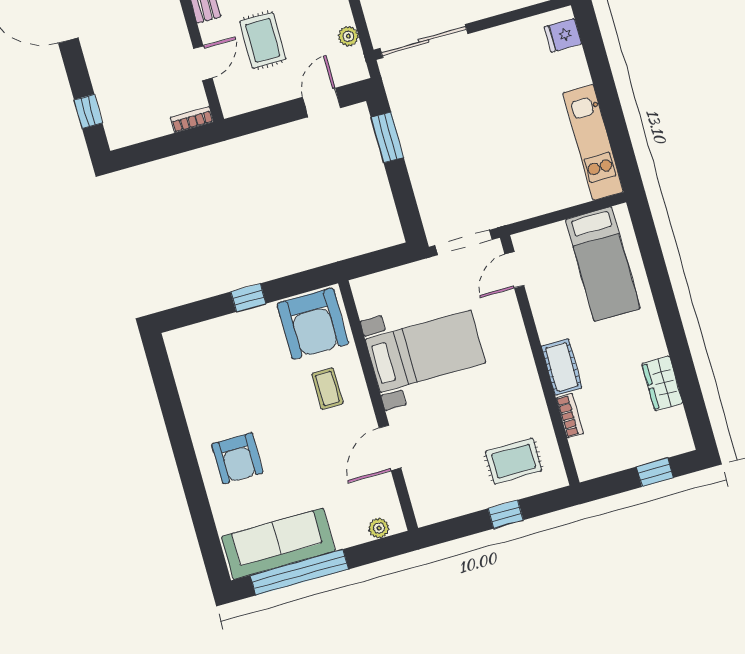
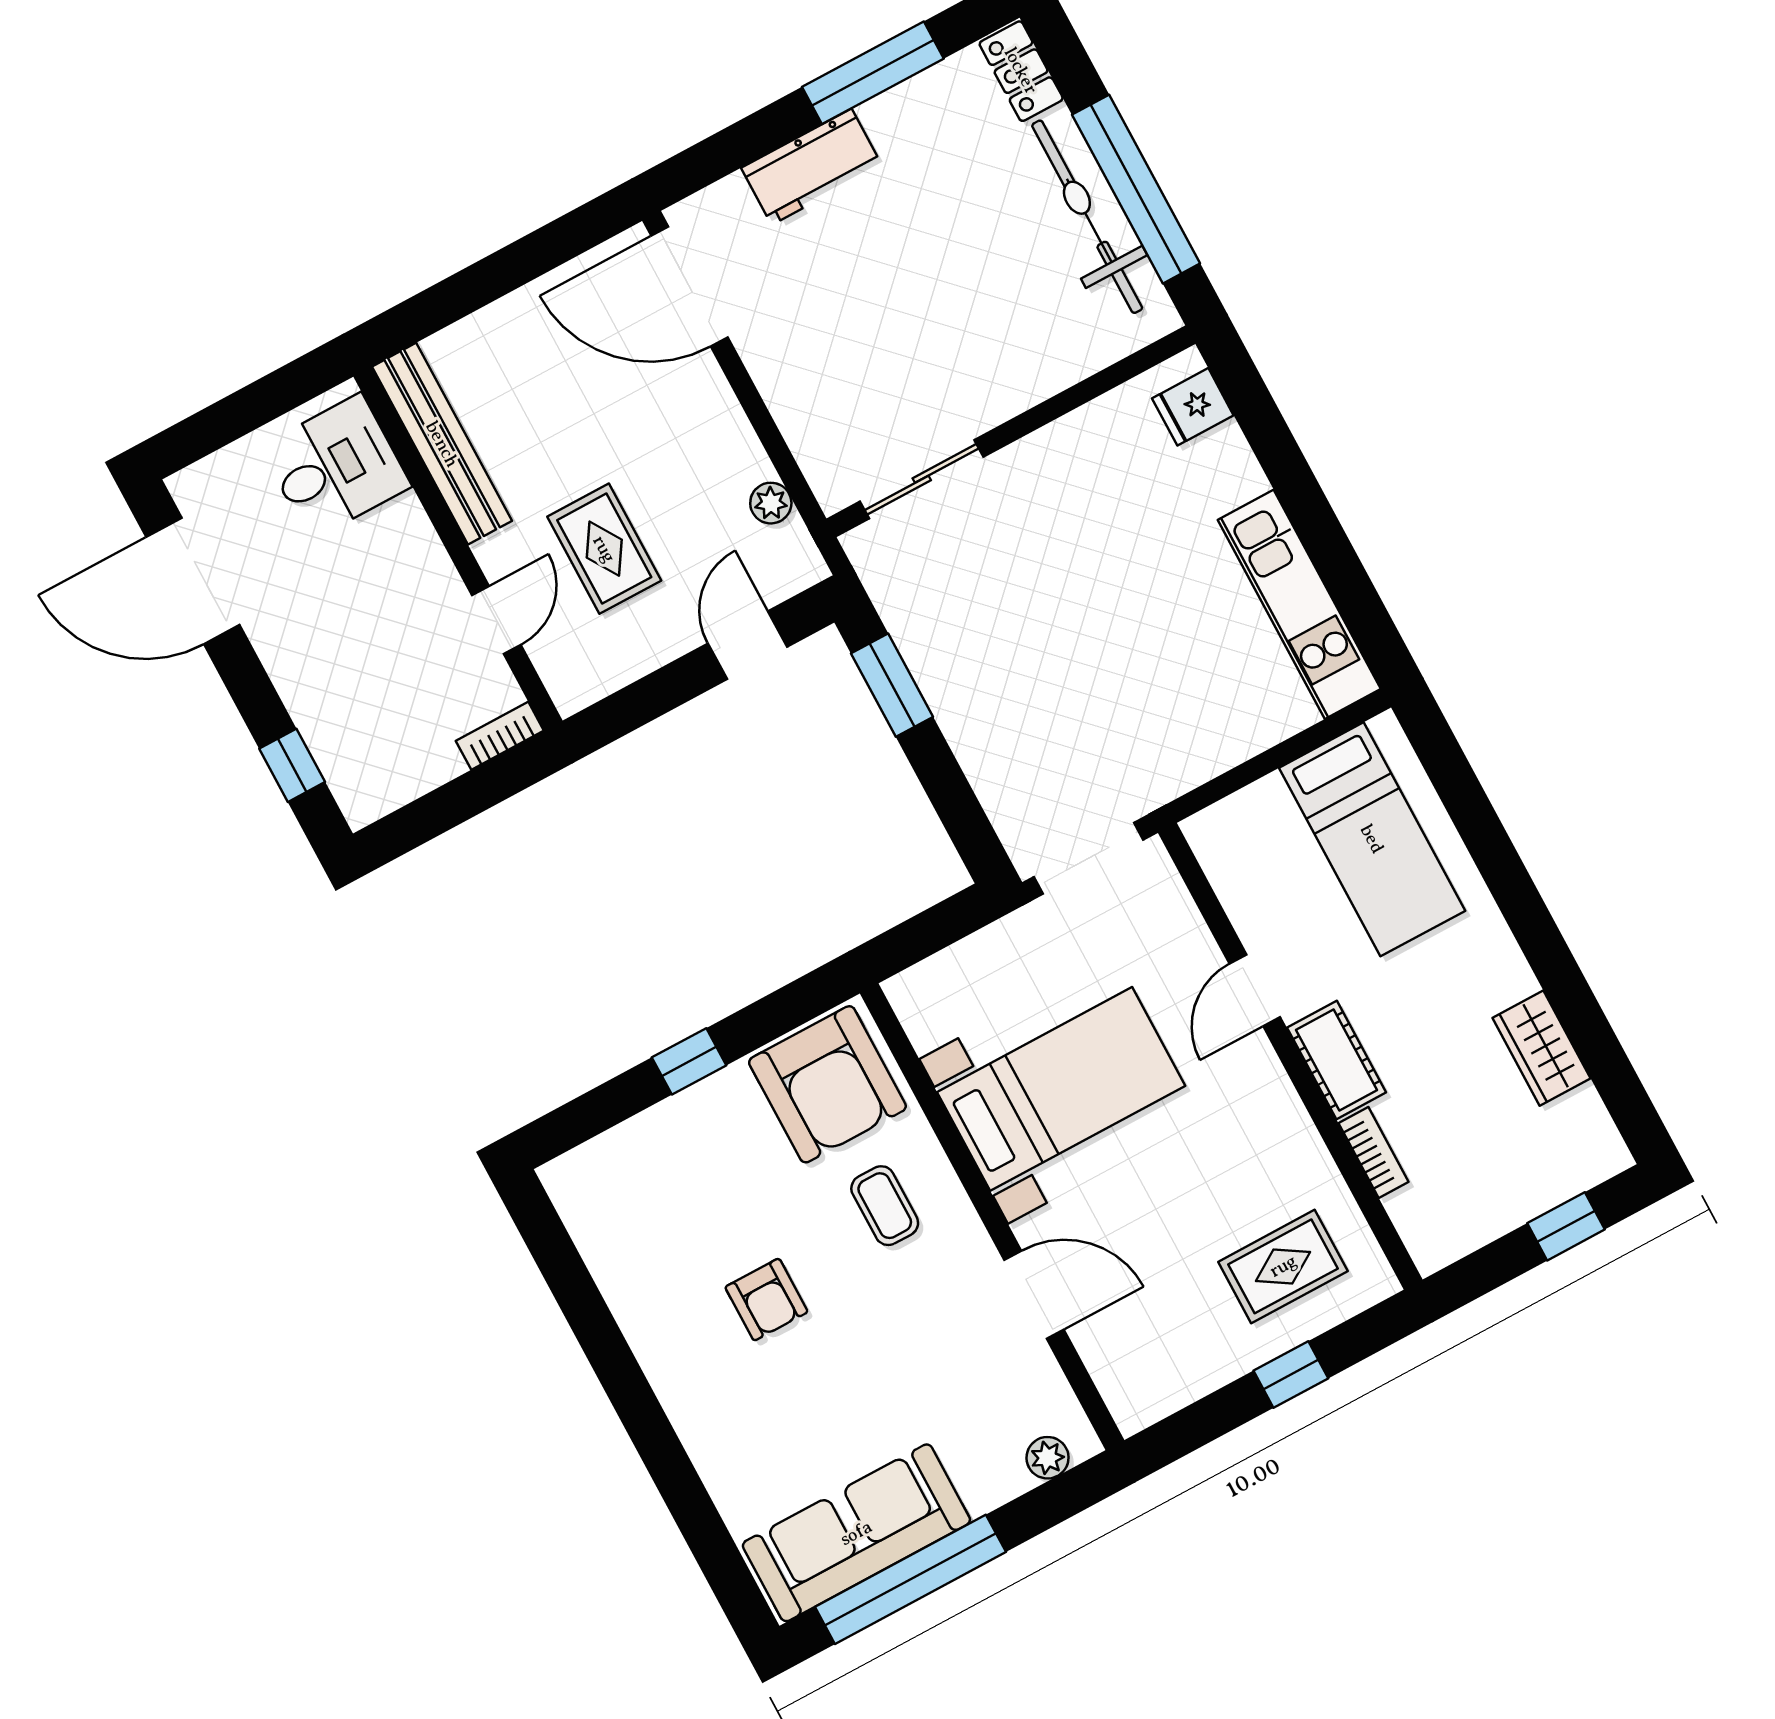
sliding door: (424, 41) -> (922, 479), width x0.73
door: (514, 270) -> (1255, 990), moved
door: (390, 448) -> (1034, 1295), swing flipped
armchair: (237, 458) -> (766, 1300), moved, width x0.72, depth x0.72

